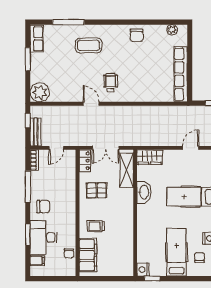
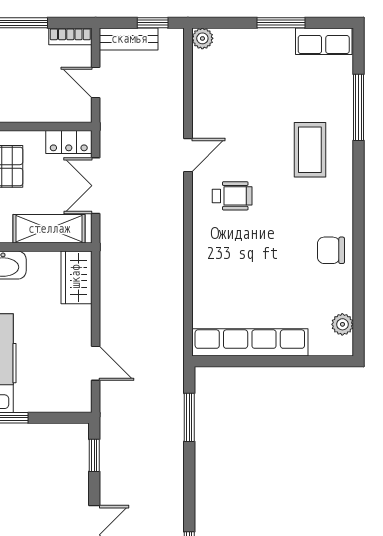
plant: (40, 92) -> (202, 38), width x0.53, depth x0.53

